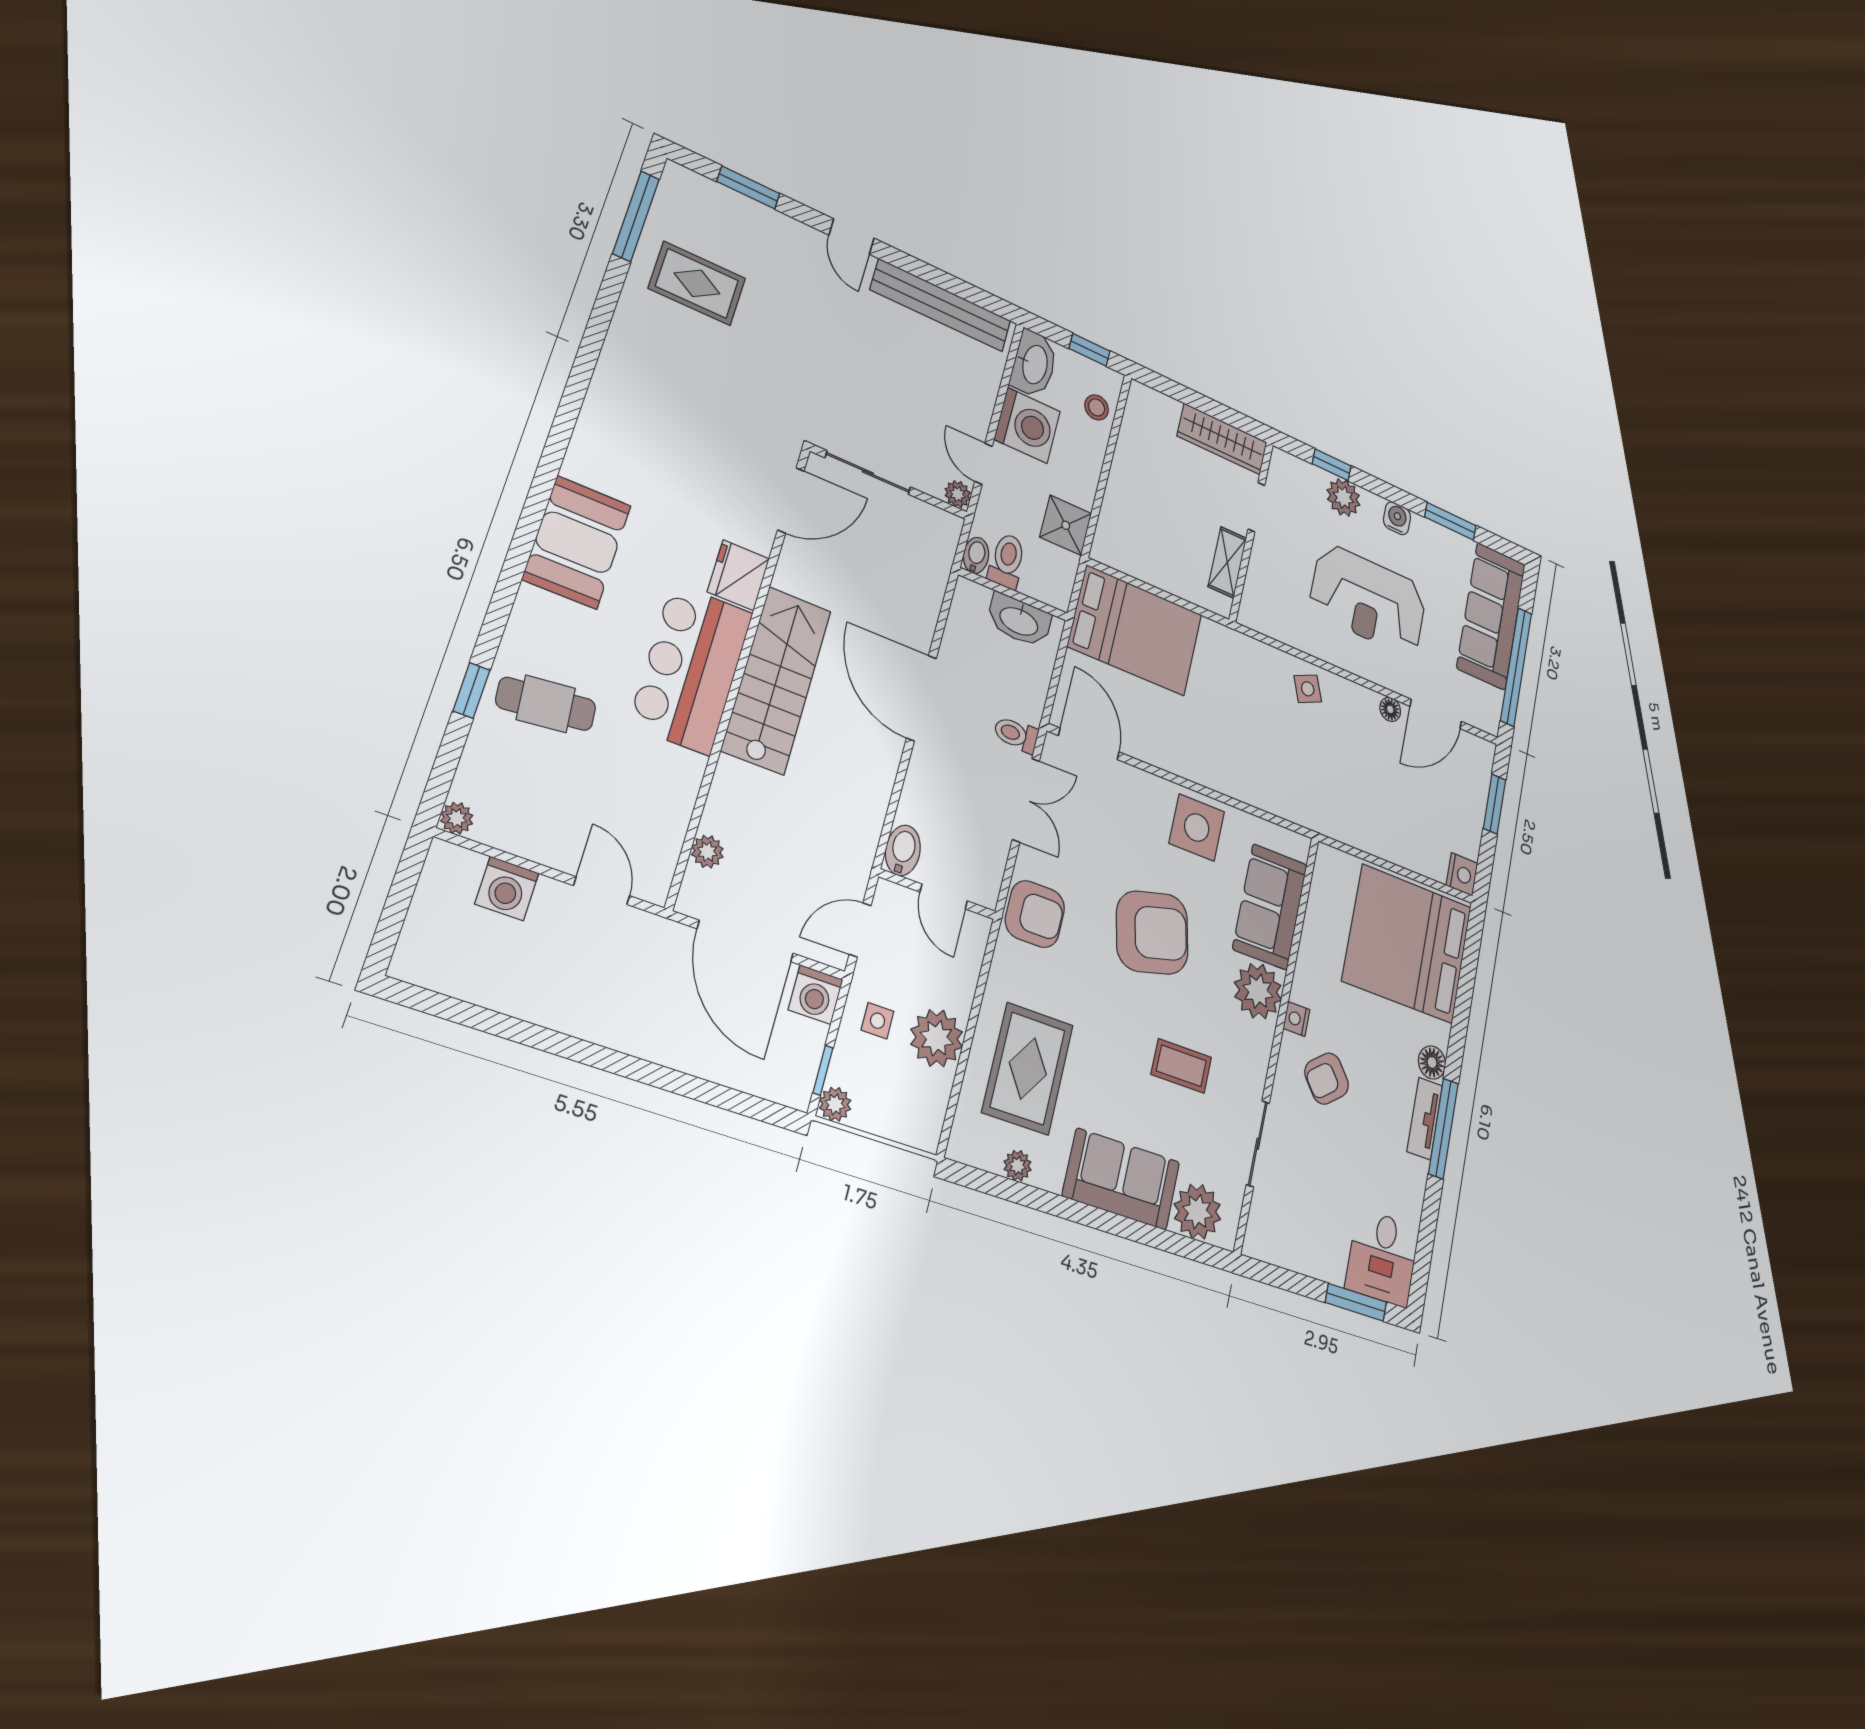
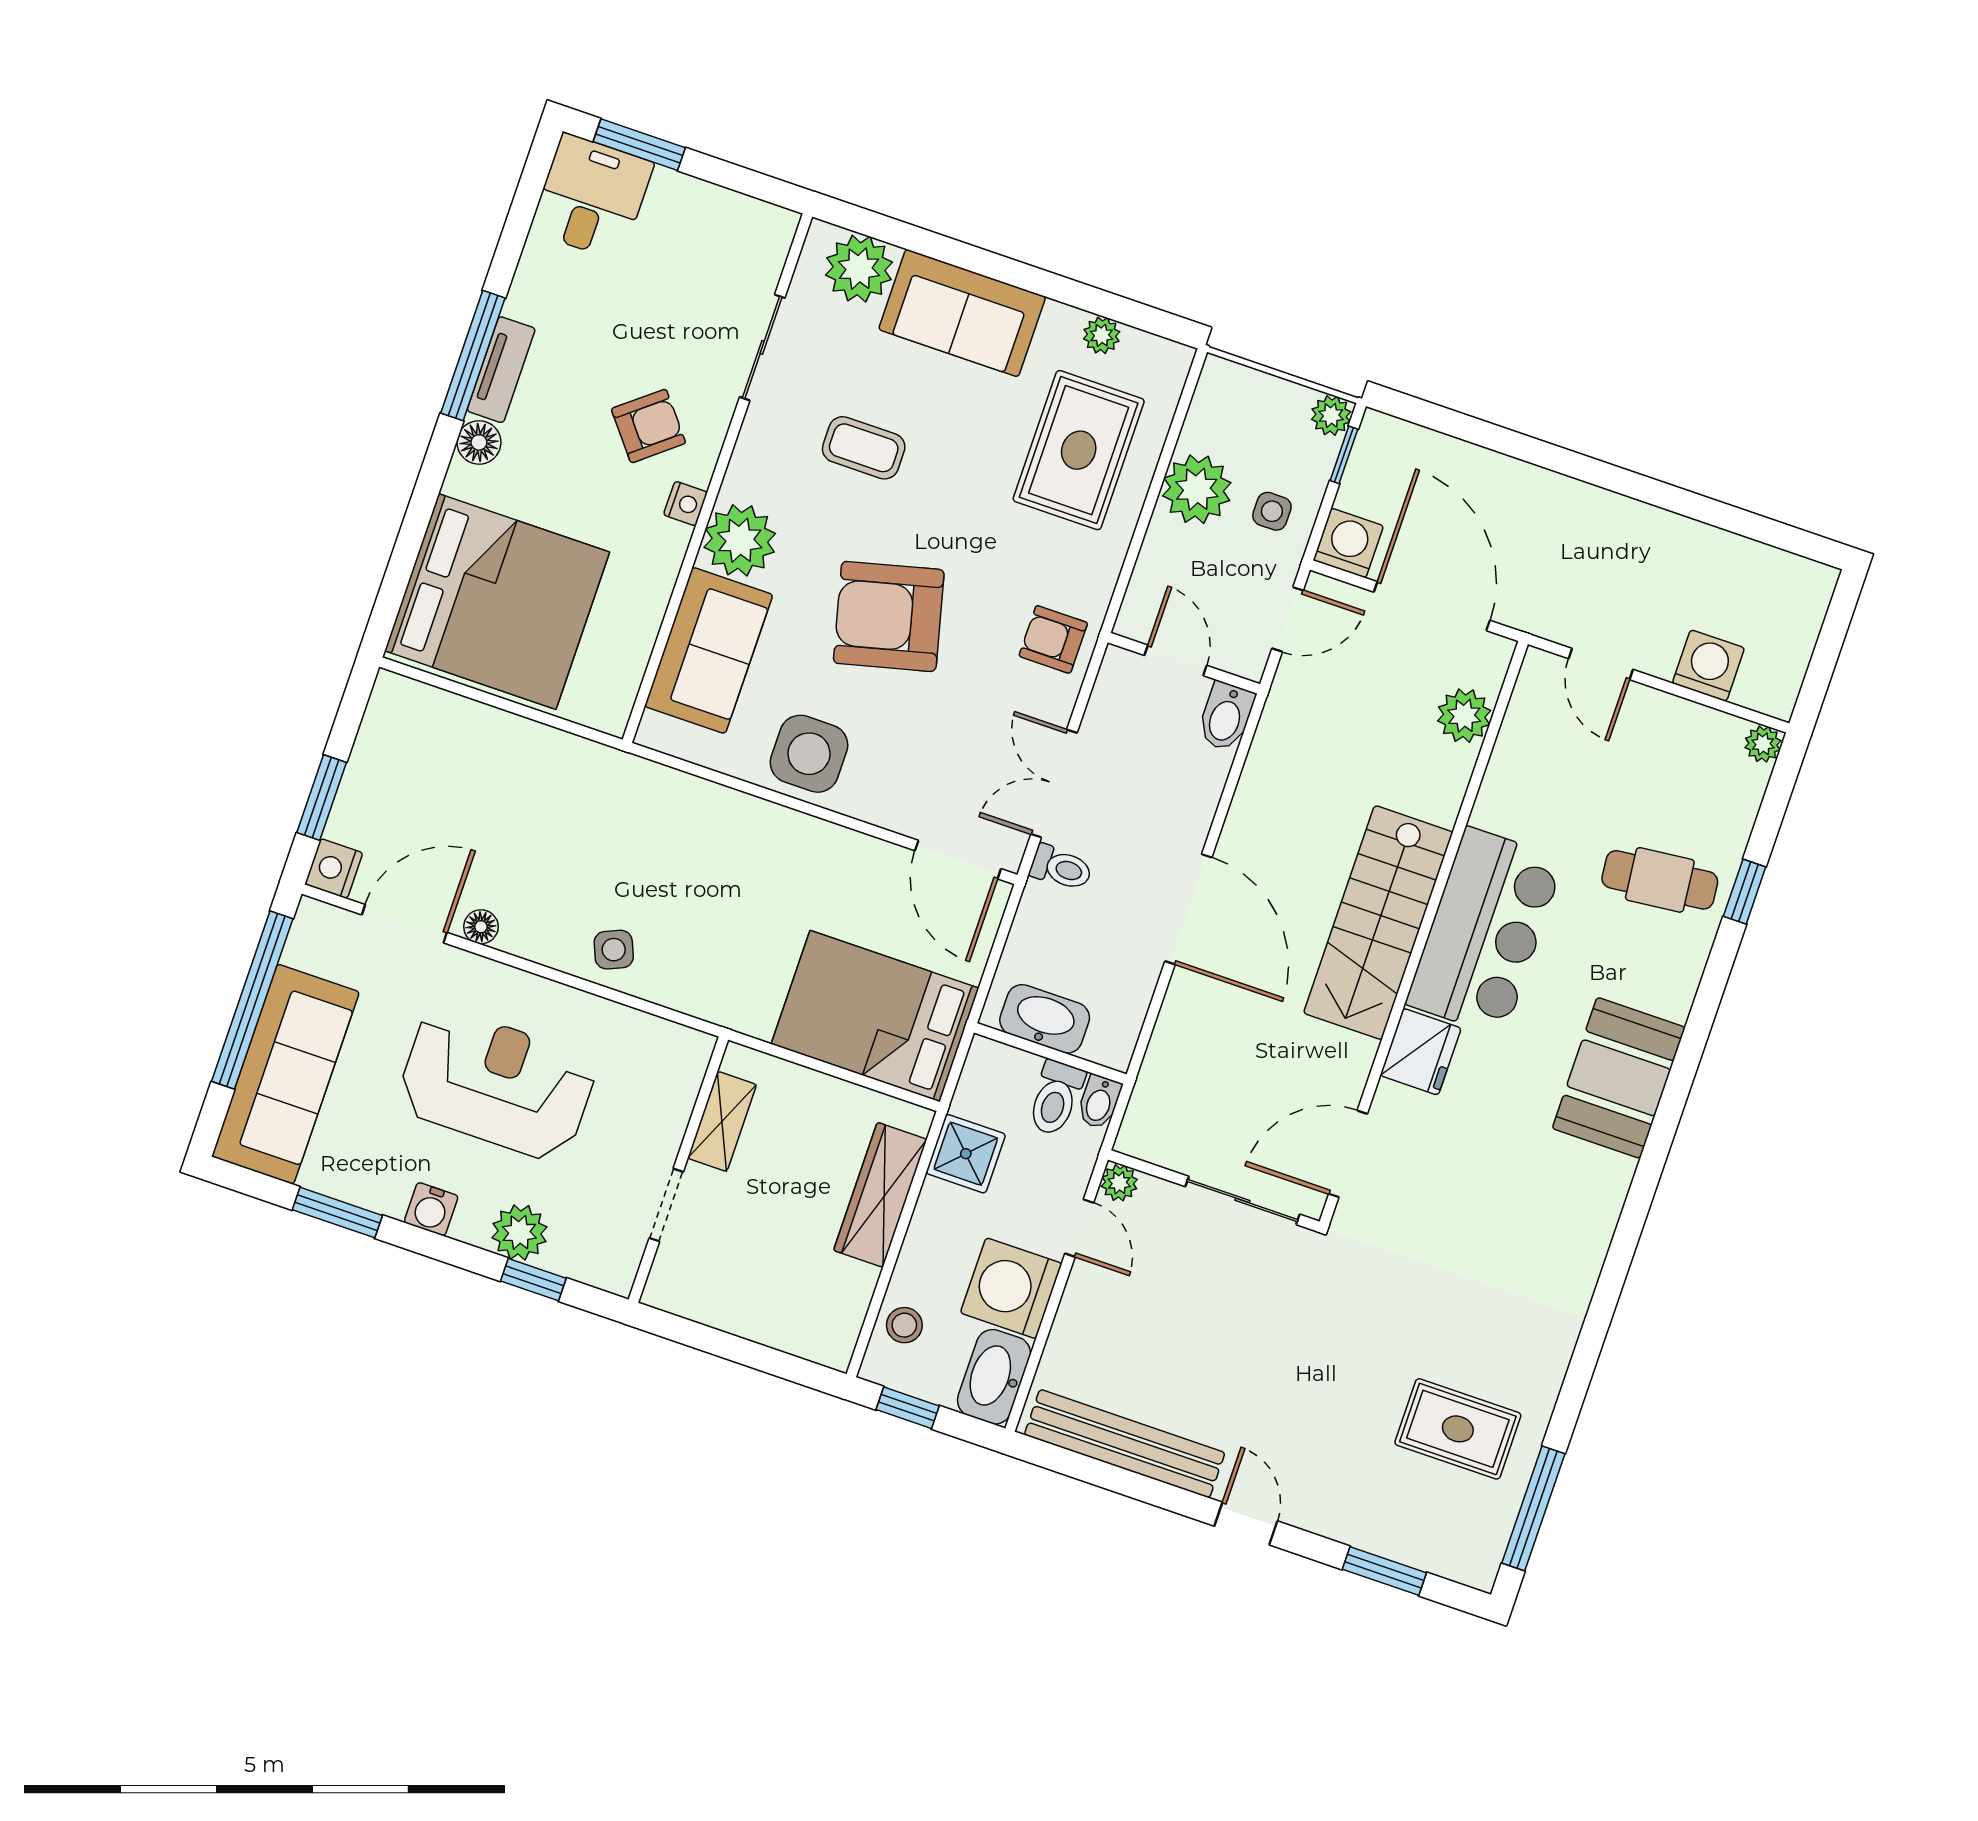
wardrobe: (1222, 439) -> (880, 1195), moved, turned -90
plant: (707, 852) -> (1464, 716), width x1.38, depth x1.38
nightstand: (1462, 874) -> (334, 869), moved
armchair: (1035, 914) -> (1053, 639), width x0.72, depth x0.72

